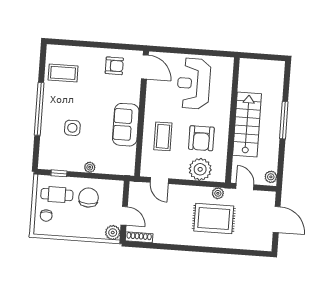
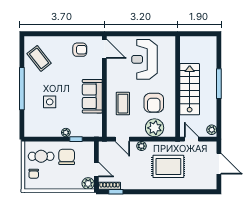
coffee table: (63, 73) -> (39, 58), turned 52
window: (59, 173) -> (76, 139), moved
plant: (218, 193) -> (142, 146), moved
window: (146, 245) -> (116, 192), added

